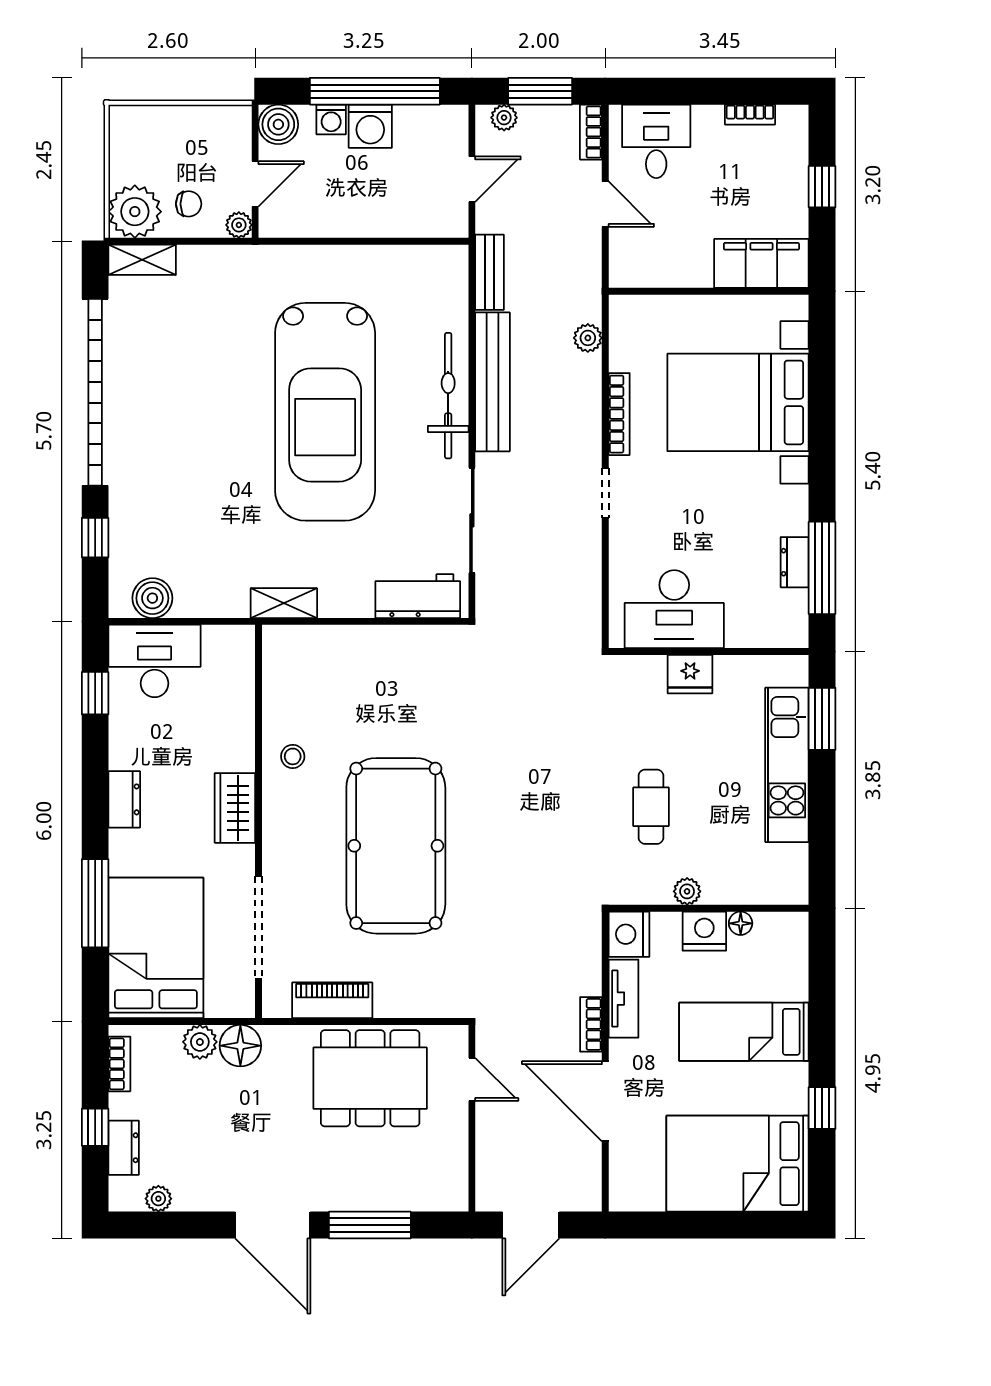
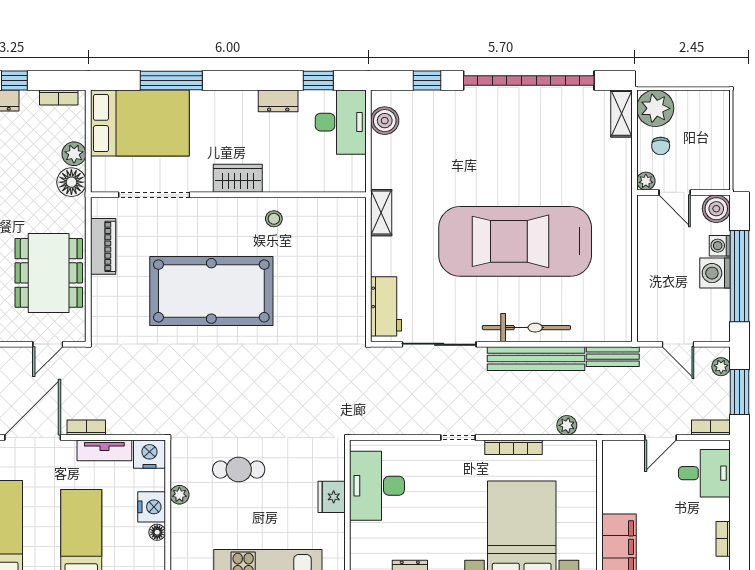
dresser: (124, 799) -> (278, 101), moved

